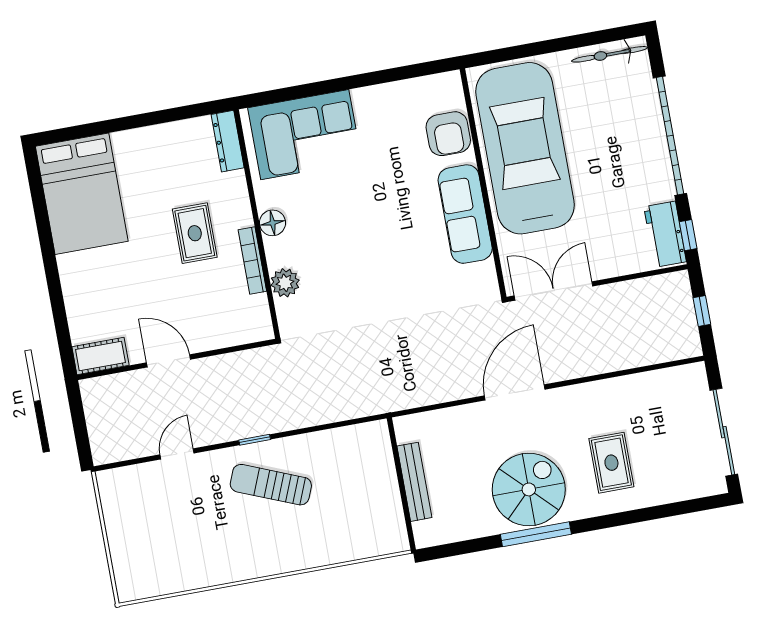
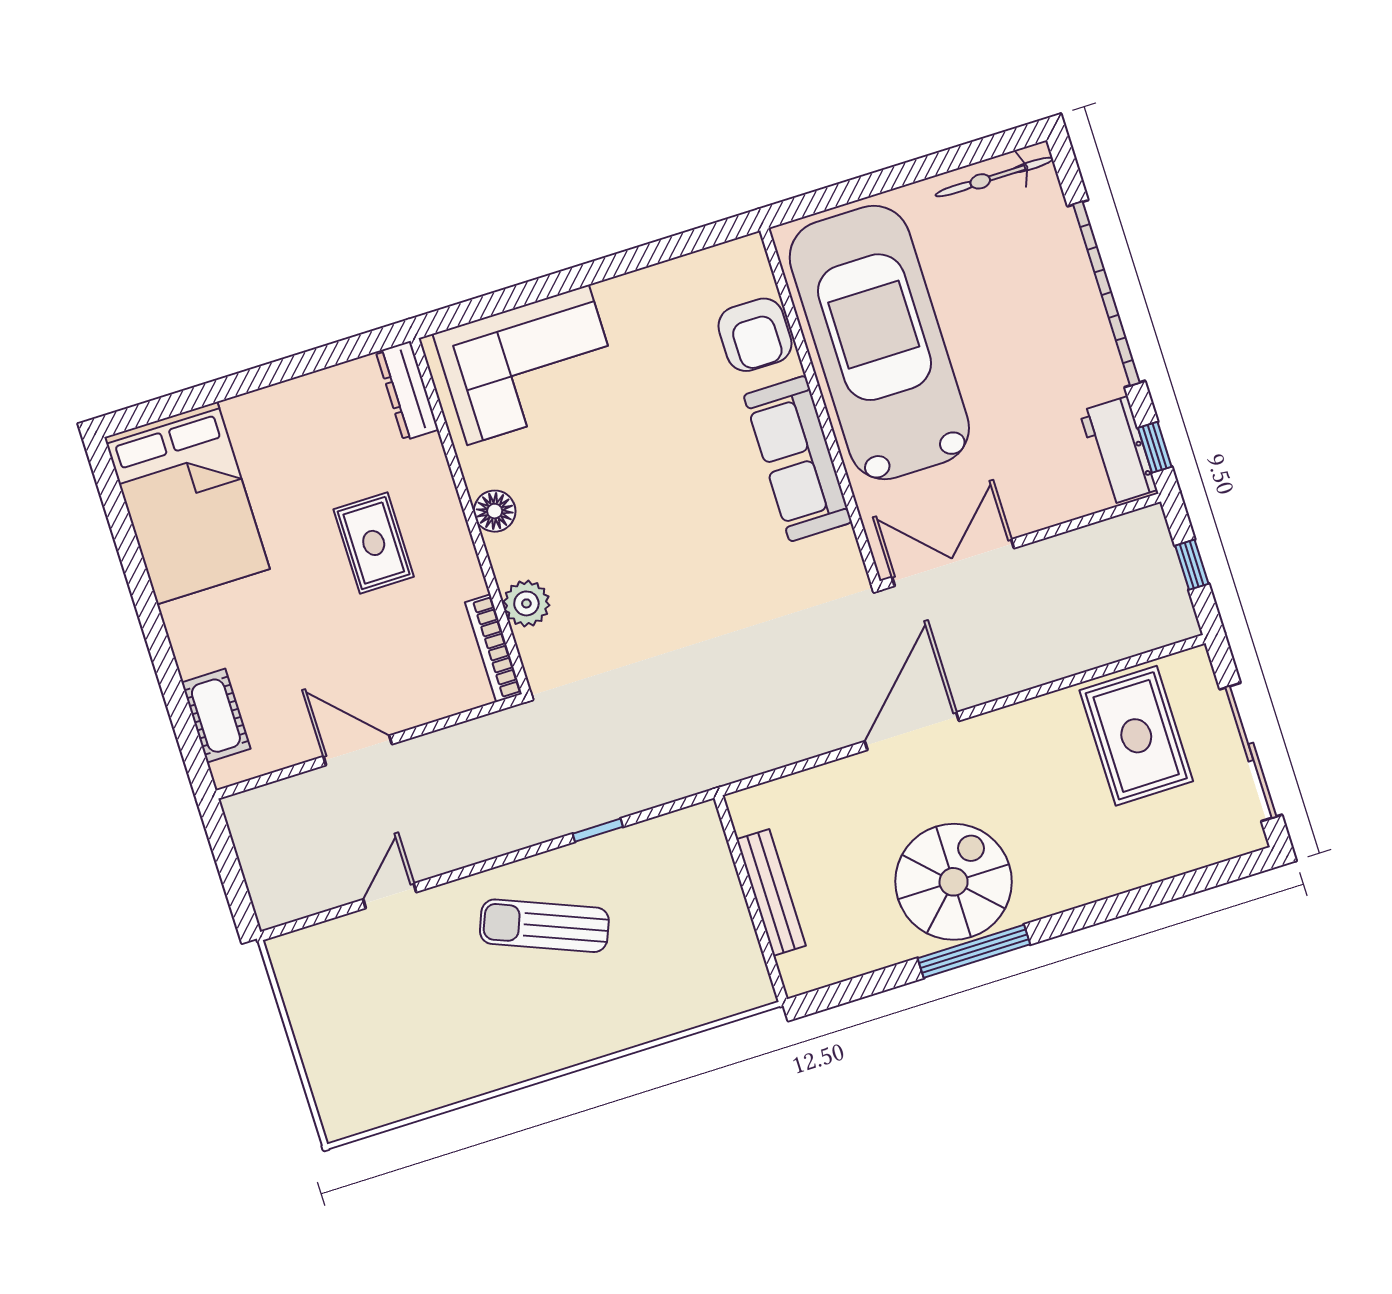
bookcase: (252, 261) -> (493, 648), moved
cot: (100, 356) -> (216, 716), moved, turned 90
window: (255, 440) -> (598, 830), moved
rug: (611, 463) -> (1136, 736), moved, width x1.36, depth x1.43

